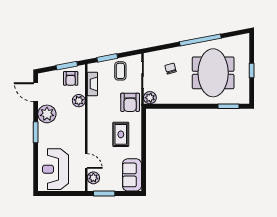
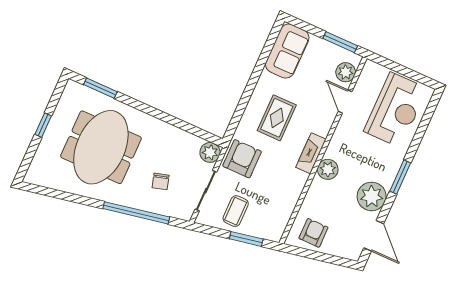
window: (200, 40) -> (136, 213), moved
window: (67, 66) -> (311, 254), removed
fireplace: (92, 84) -> (311, 153), moved
plant: (79, 101) -> (328, 169), moved

